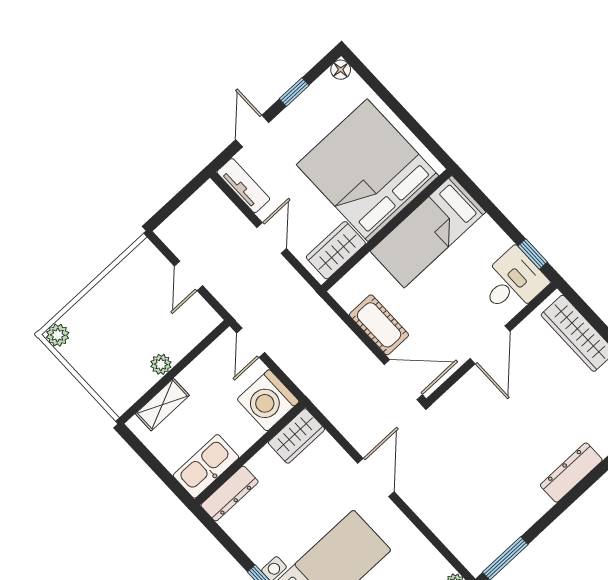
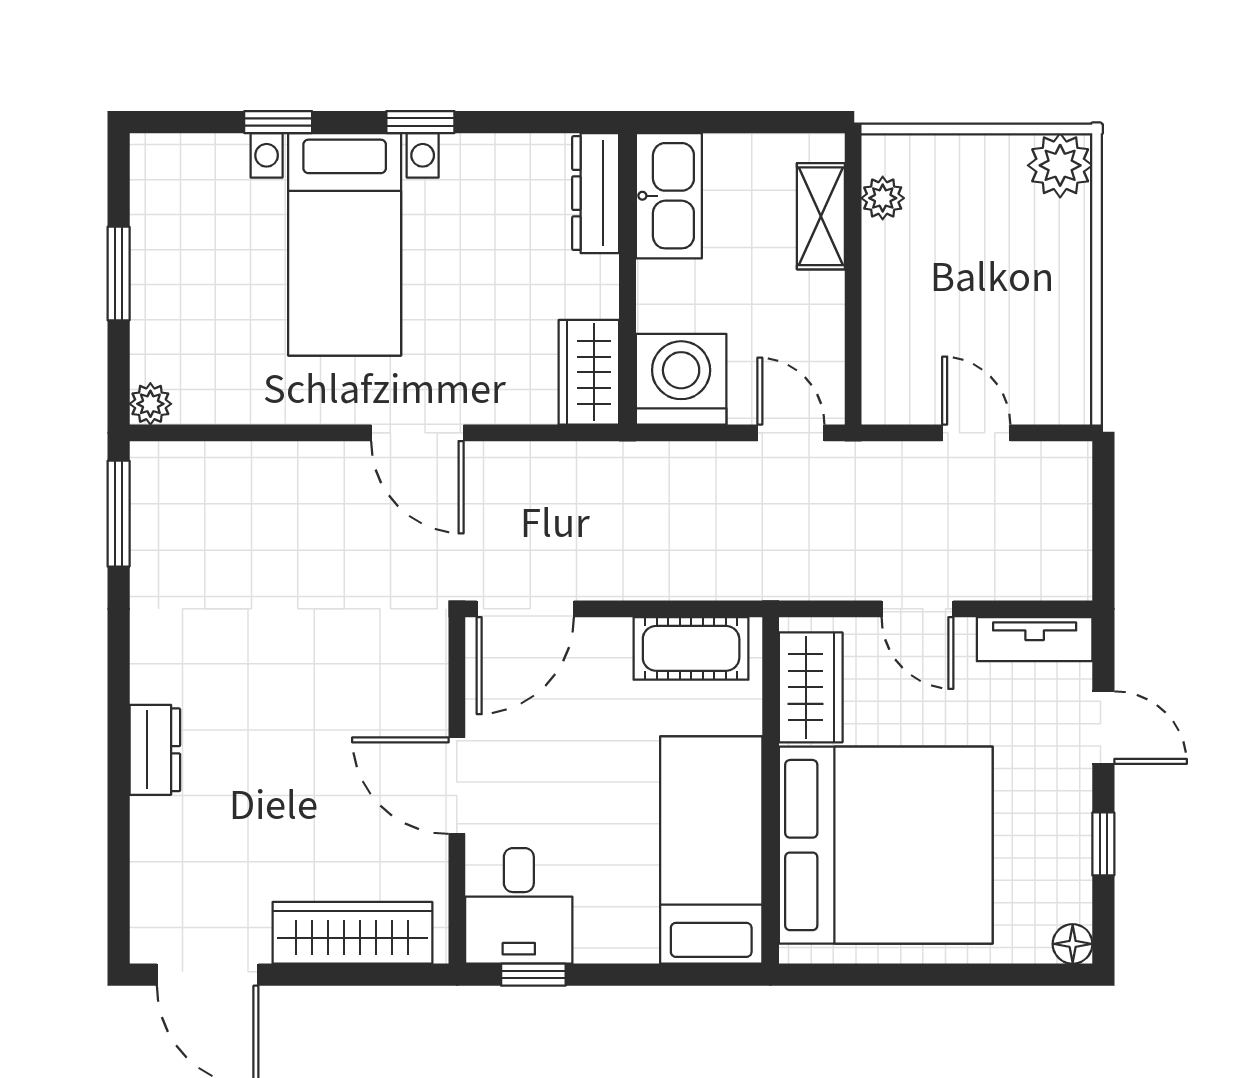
cot: (379, 325) -> (691, 648), moved
plant: (58, 335) -> (1060, 165), width x1.38, depth x1.38
plant: (161, 364) -> (883, 198), moved
dresser: (571, 473) -> (155, 750), width x0.70

